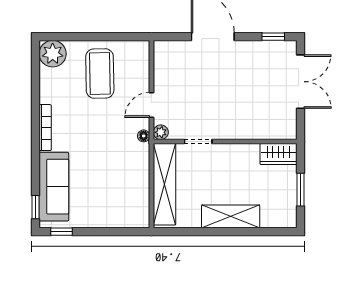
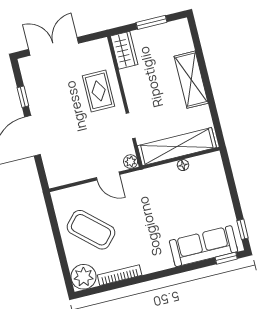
window: (273, 37) -> (23, 97), moved
coffee table: (100, 73) -> (91, 230), turned 43
rug: (243, 117) -> (99, 91), added
bookcase: (45, 128) -> (120, 275), moved
floor lamp: (144, 136) -> (183, 165), moved

